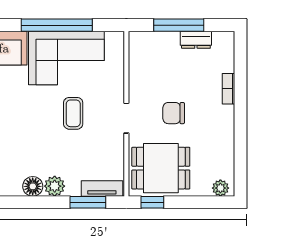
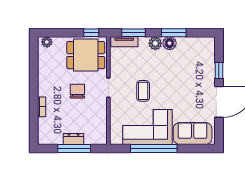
dresser: (196, 40) -> (74, 139), moved
chair: (174, 113) -> (77, 91), turned -90
window: (26, 202) -> (174, 33), added

